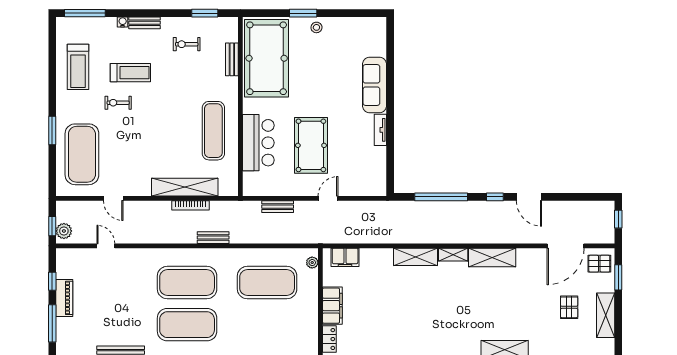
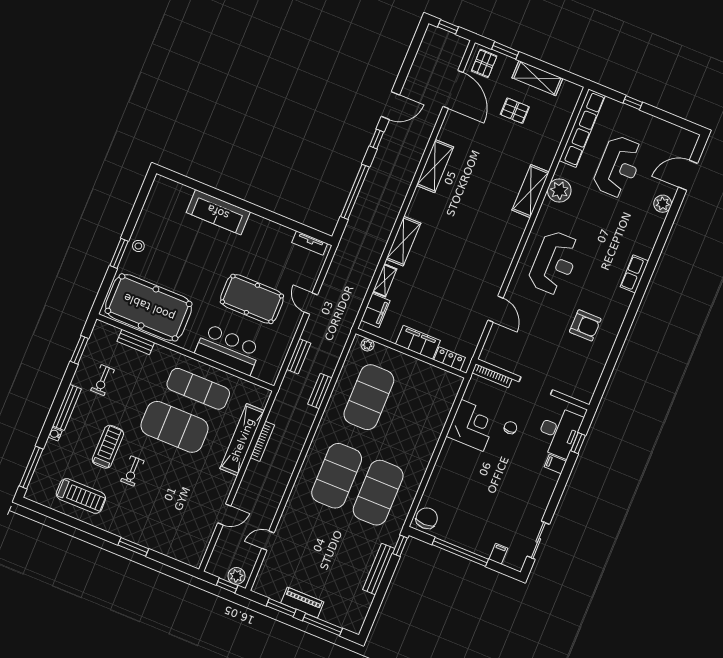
bench: (144, 23) -> (67, 407), width x1.36
tv unit: (380, 130) -> (310, 243), moved
exercise mat: (82, 154) -> (175, 427), moved
bench: (213, 238) -> (320, 391), moved
shelving: (453, 255) -> (385, 280), moved
window: (52, 281) -> (281, 608), width x1.50

